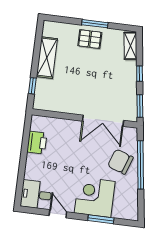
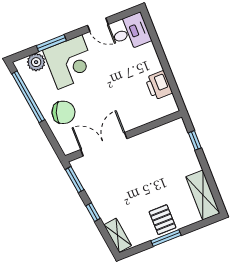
pallet: (90, 39) -> (162, 220), turned 90
shelving: (47, 58) -> (203, 195), moved
window: (140, 165) -> (28, 97), moved
plant: (120, 211) -> (36, 62), added

